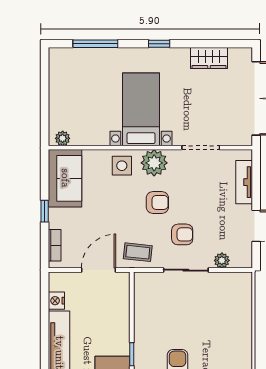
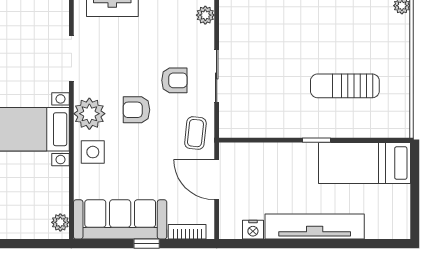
sofa: (65, 178) -> (120, 219), width x1.36
armchair: (157, 202) -> (136, 110), turned -90
armchair: (182, 234) -> (174, 80), turned 90
plant: (222, 260) -> (205, 15), moved

